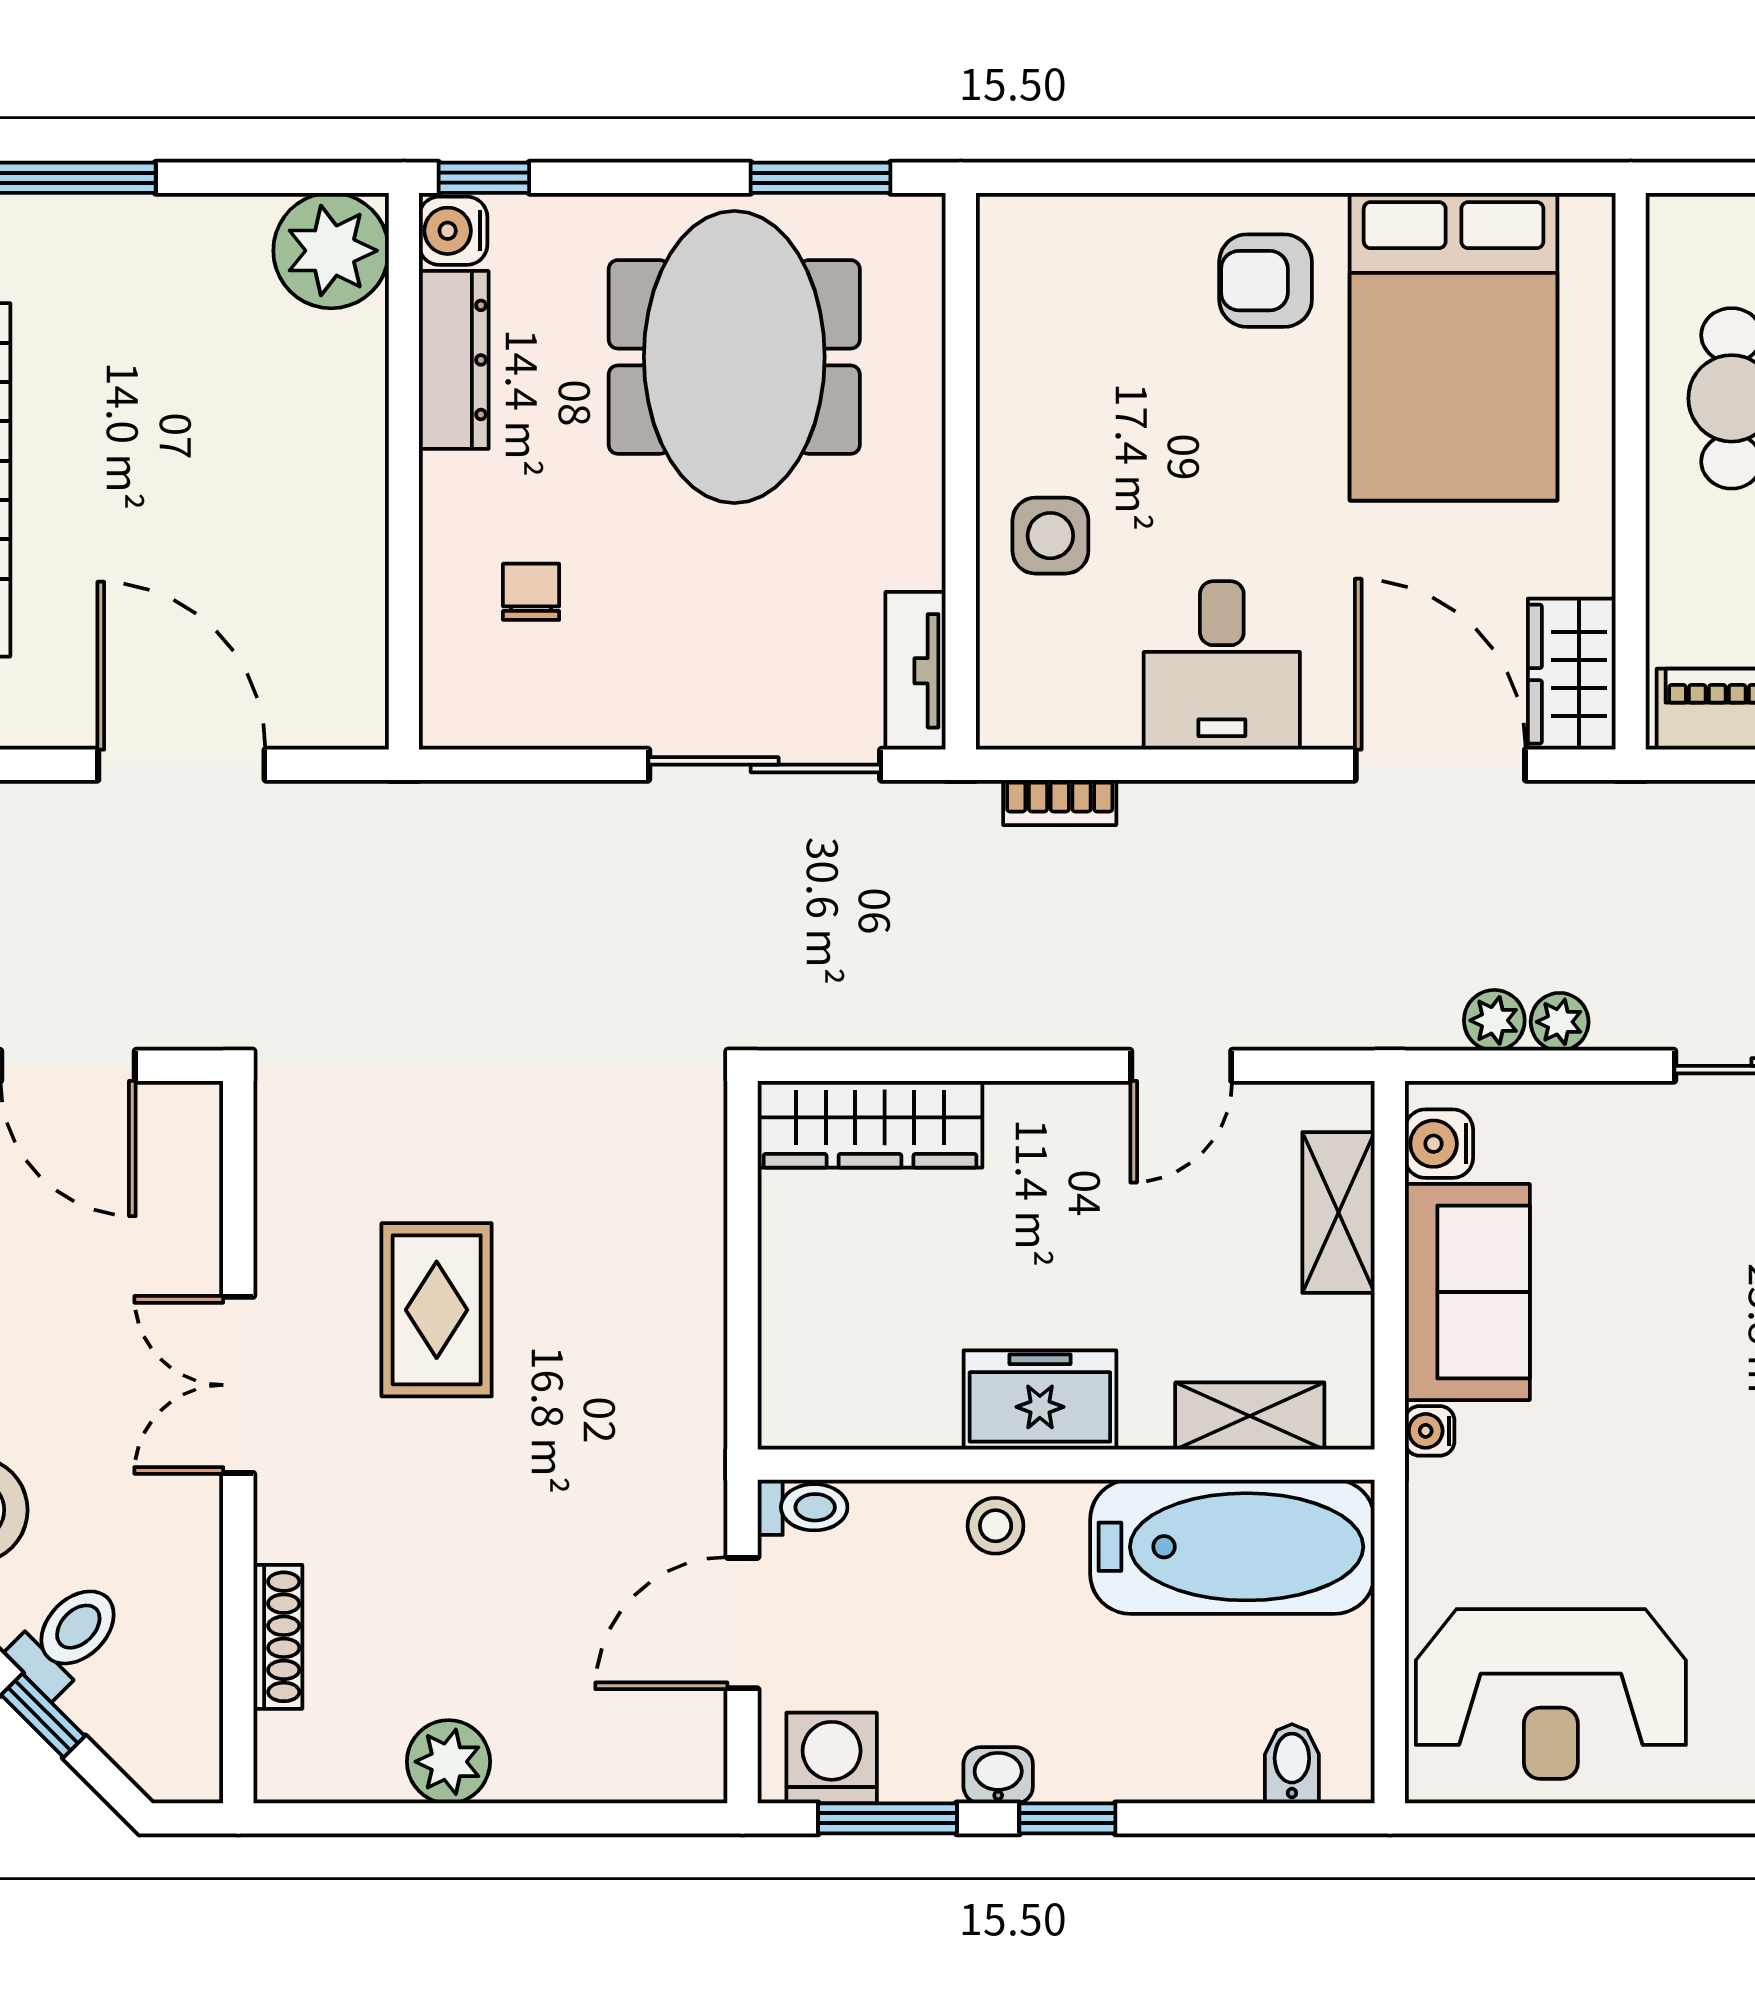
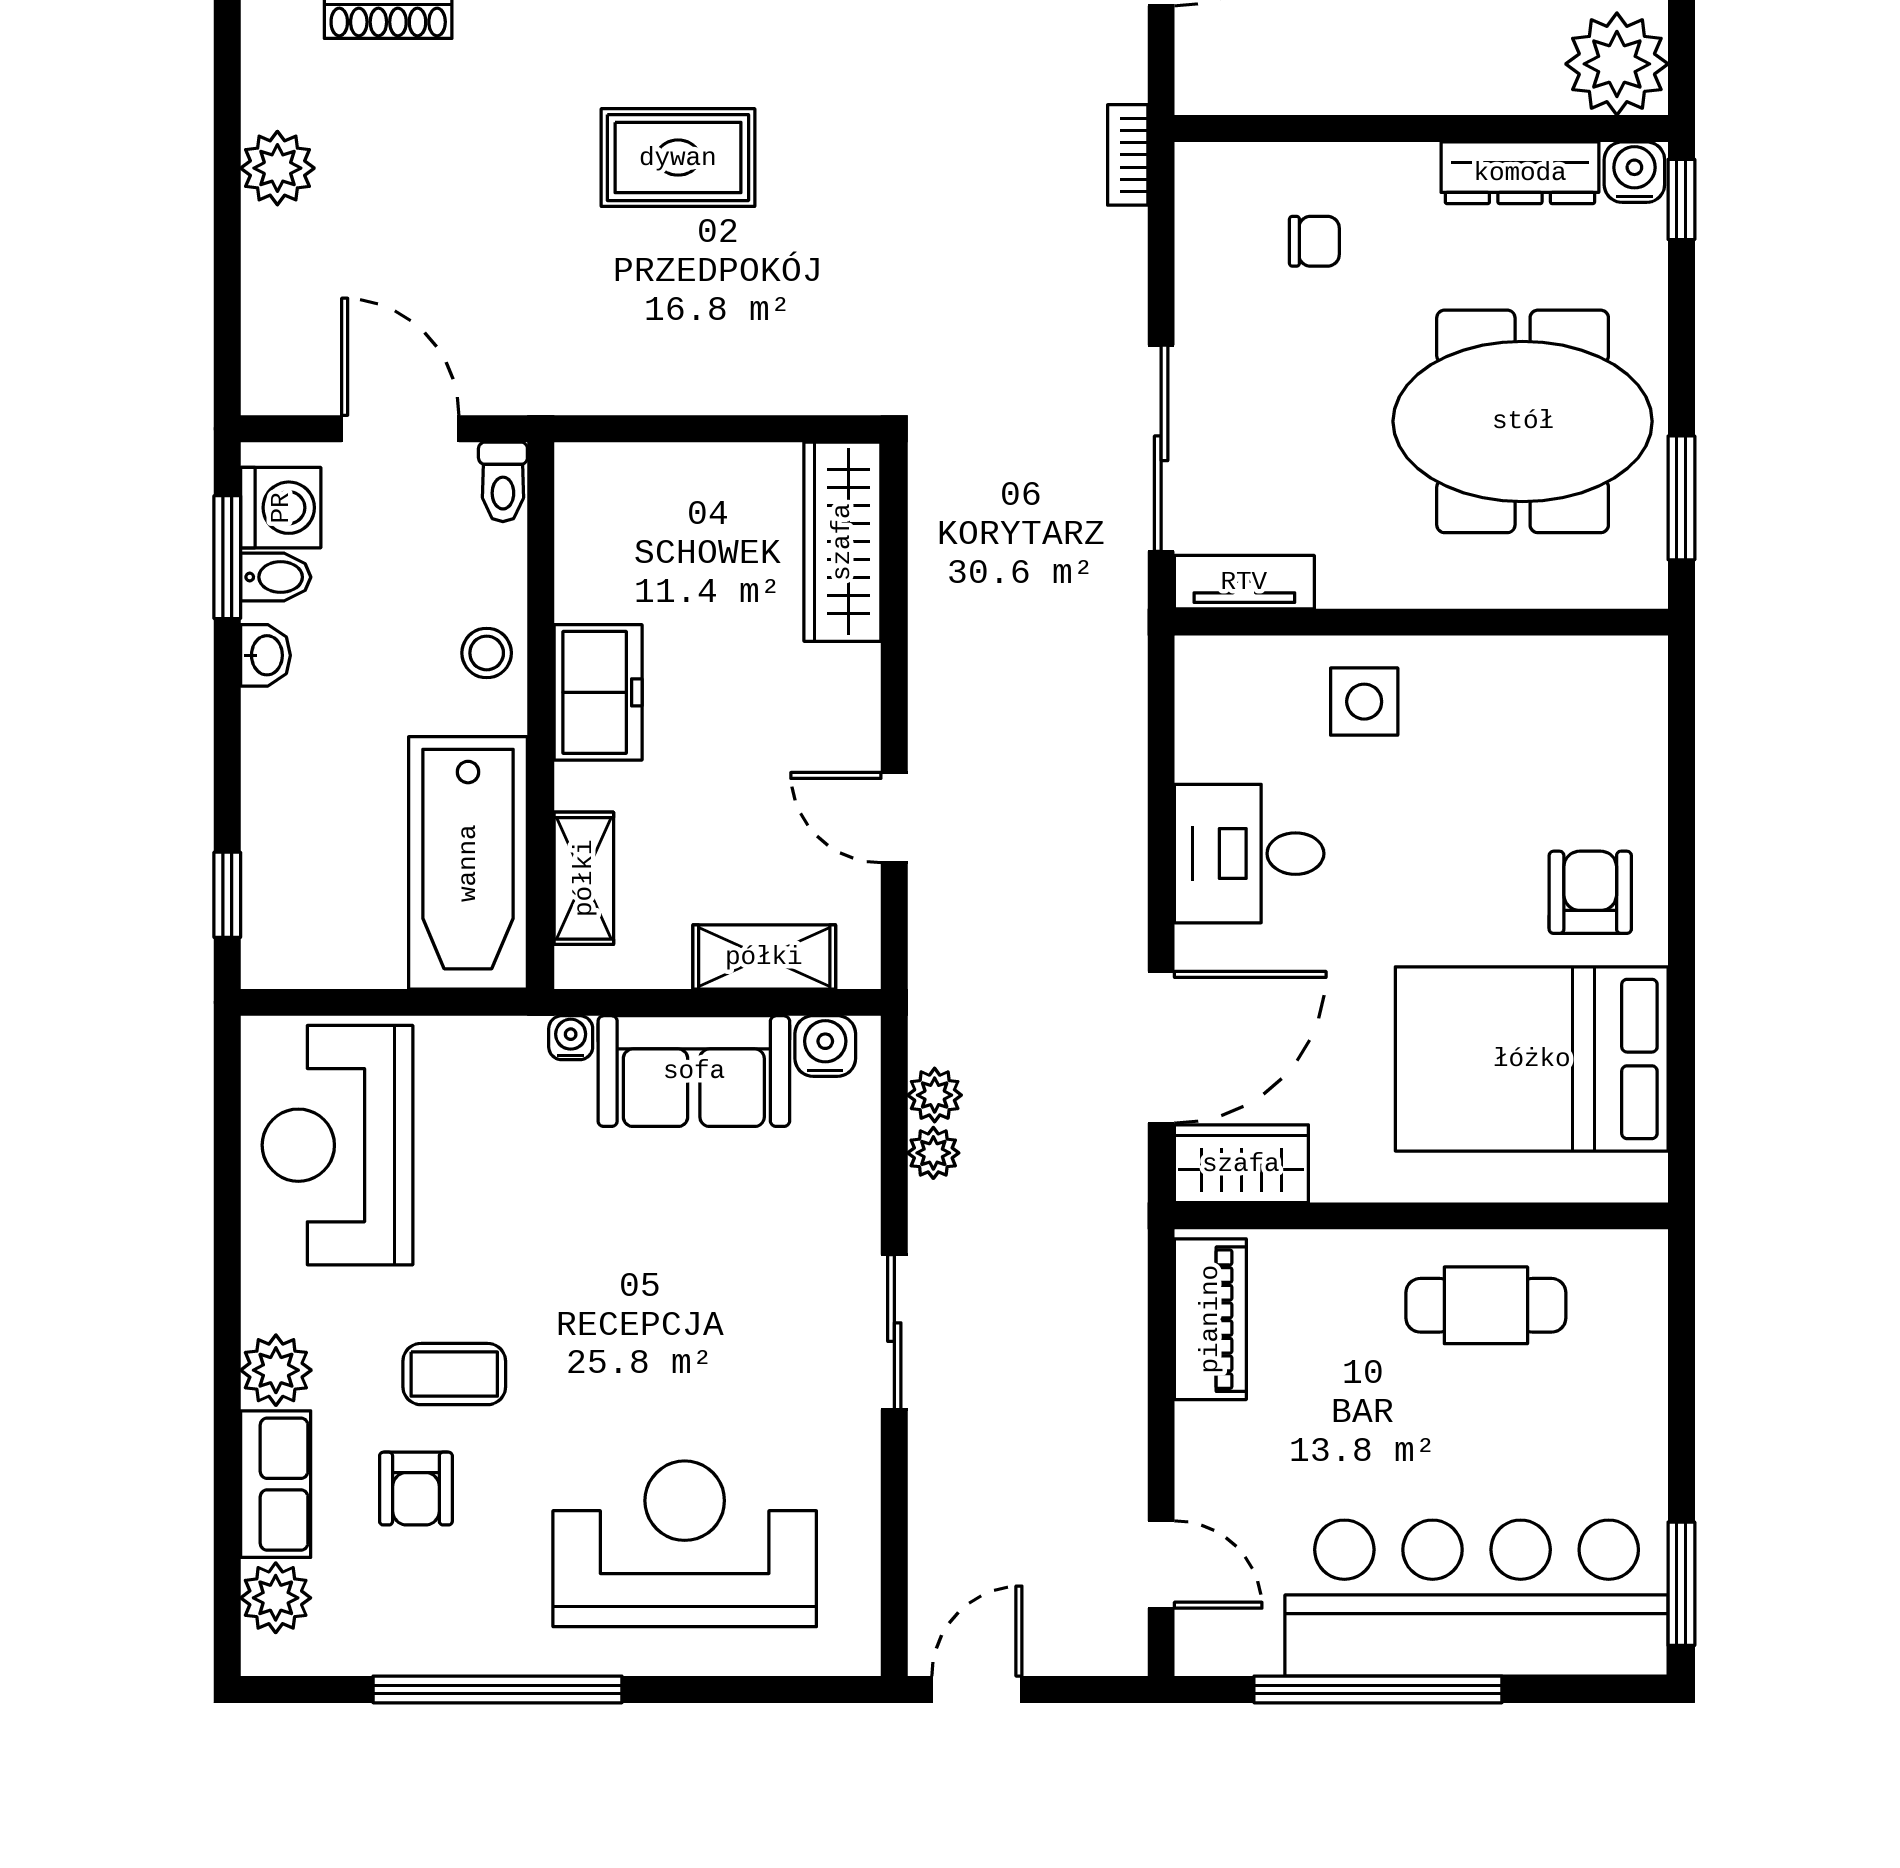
bookcase: (1060, 802) -> (1128, 155), moved
bidet: (1292, 1764) -> (276, 577), moved
window: (1067, 1818) -> (227, 895), moved

